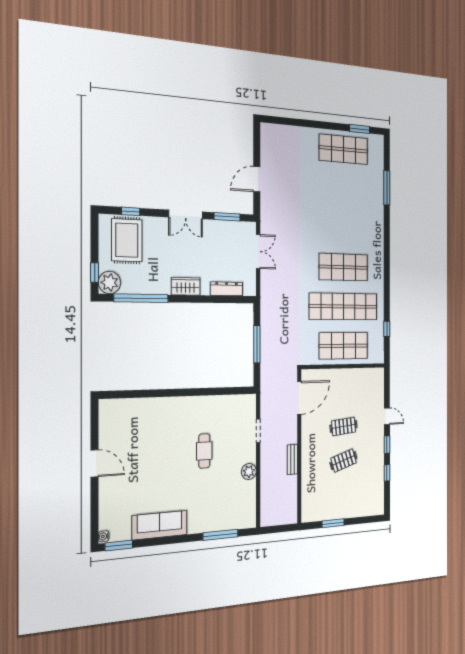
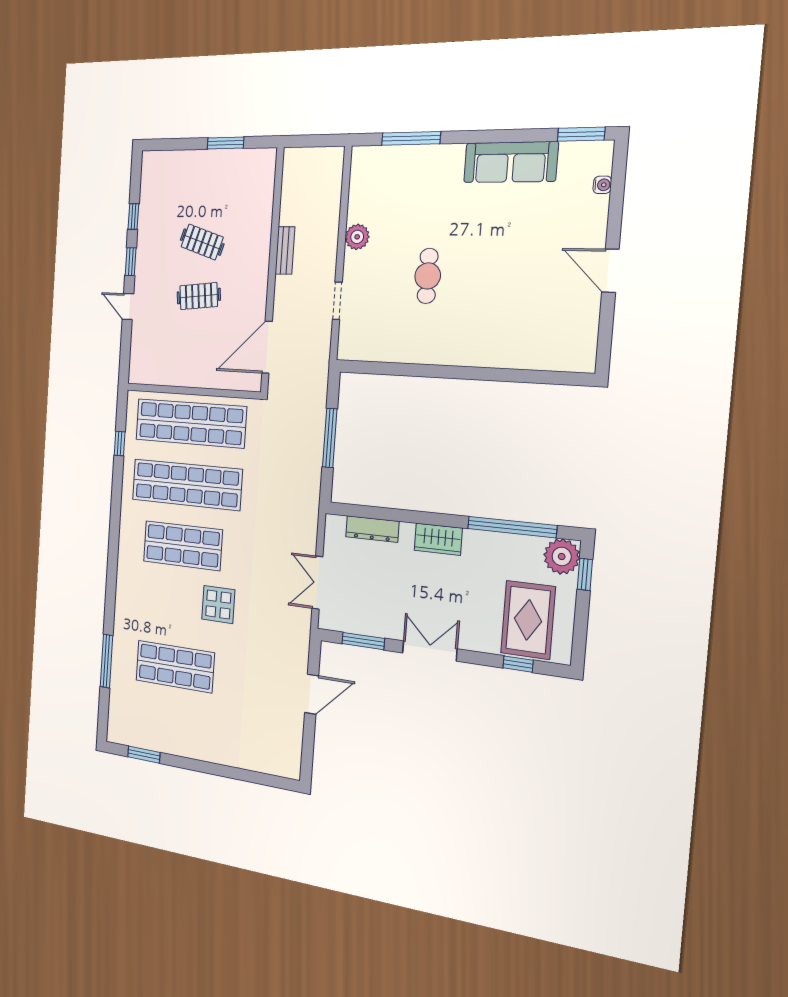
shop shelf: (343, 149) -> (175, 667), moved
display table: (319, 231) -> (218, 605), added
shop shelf: (343, 346) -> (191, 423), width x1.40
clothes rail: (344, 461) -> (202, 242), turned 36
water cooler: (104, 536) -> (602, 185), moved

